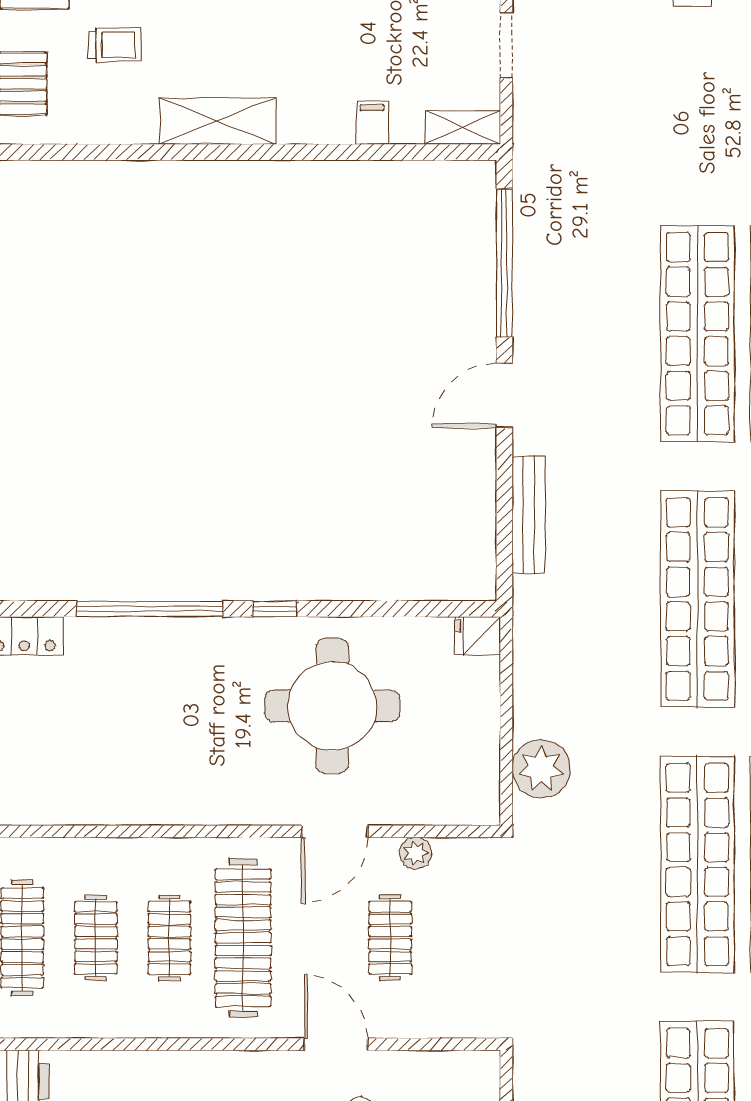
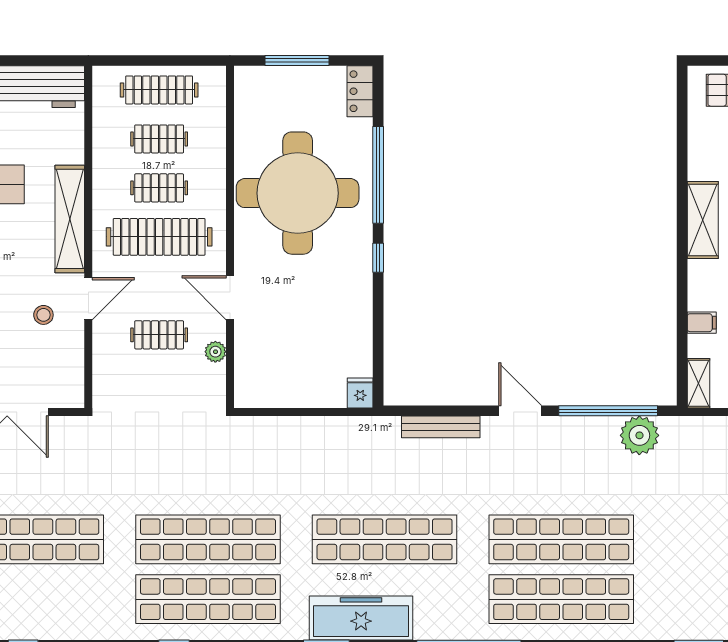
round table: (332, 706) -> (298, 193), moved, width x1.36, depth x1.36
plant: (541, 769) -> (639, 435), moved
shelving: (216, 1072) -> (70, 219), added

